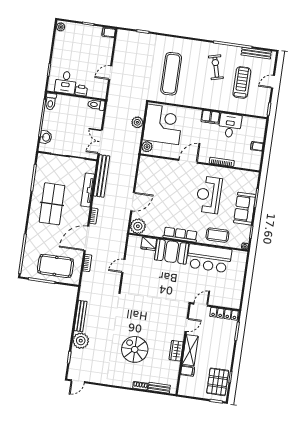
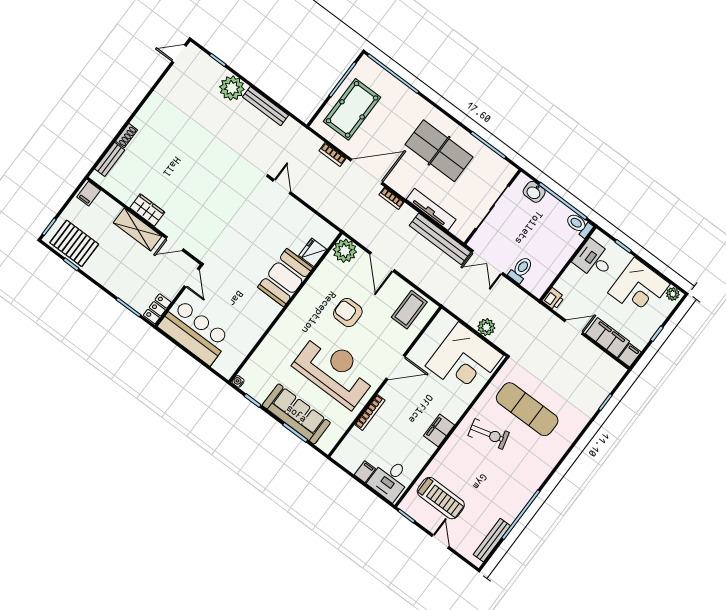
corner desk: (68, 48) -> (639, 288), added
filing cabinet: (106, 50) -> (607, 338), added
exercise bike: (216, 67) -> (489, 434), moved
door: (110, 73) -> (574, 327), hinge flipped
treadmill: (242, 82) -> (441, 498), moved
printer: (81, 90) -> (553, 299), moved
toilet: (96, 105) -> (521, 270), moved
desk: (230, 126) -> (390, 479), moved, turned 90
double door: (100, 142) -> (487, 262), swing flipped
plant: (147, 147) -> (446, 322), removed
door: (188, 161) -> (396, 367), hinge flipped
reception desk: (209, 195) -> (335, 370), width x1.36, depth x1.30
armchair: (172, 205) -> (348, 313), added
sofa: (245, 209) -> (296, 414), width x1.36
row of seats: (180, 235) -> (302, 302), removed
coffee table: (217, 235) -> (409, 310), moved
door: (86, 238) -> (367, 172), hinge flipped
bar counter: (209, 258) -> (195, 332), moved, turned 90
door: (123, 266) -> (282, 187), moved
locker: (224, 314) -> (157, 309), width x0.66
door: (187, 325) -> (175, 244), hinge flipped
spiral stairs: (135, 349) -> (180, 155), removed
filing cabinet: (188, 371) -> (89, 194), moved
door: (78, 381) -> (179, 54), hinge flipped

